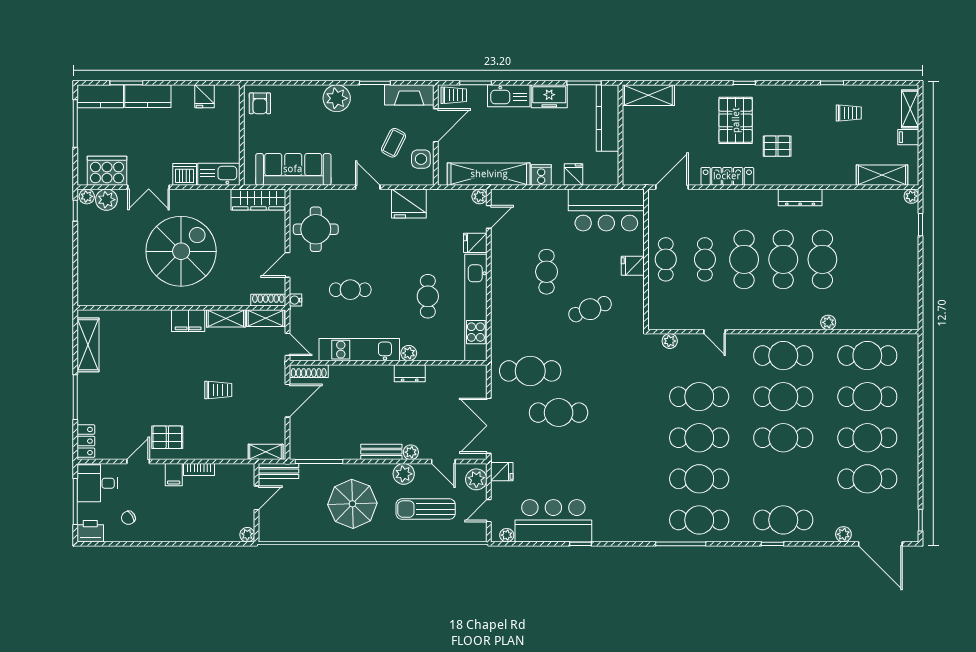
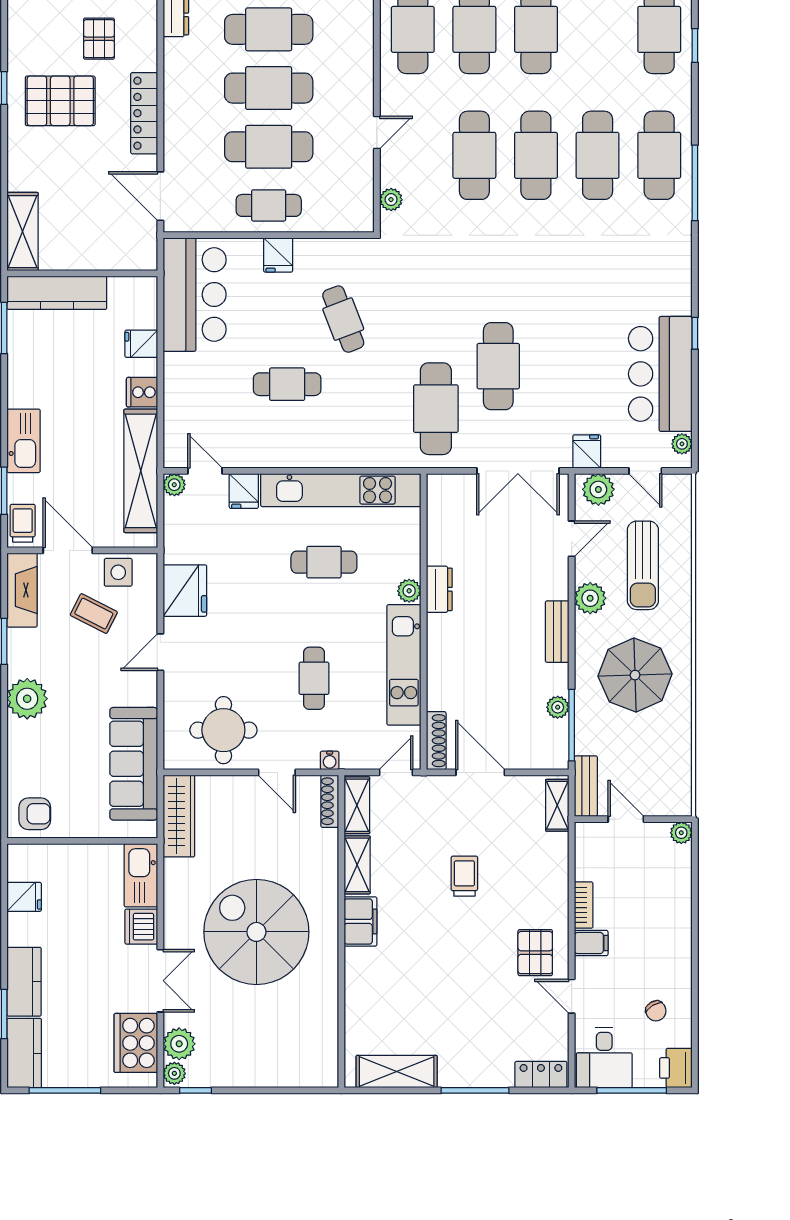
freezer: (549, 96) -> (24, 380), removed
cafe table: (705, 259) -> (269, 147), width x1.37, depth x1.35
plant: (411, 452) -> (558, 707), moved

